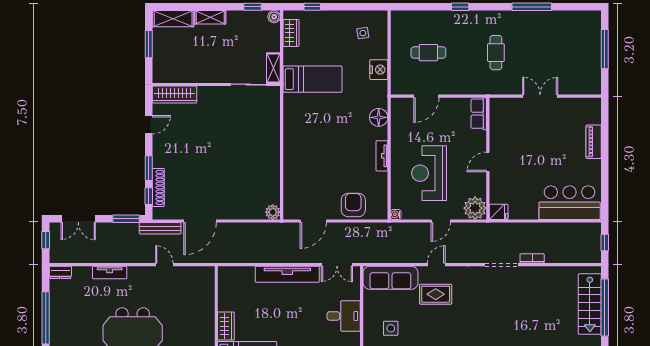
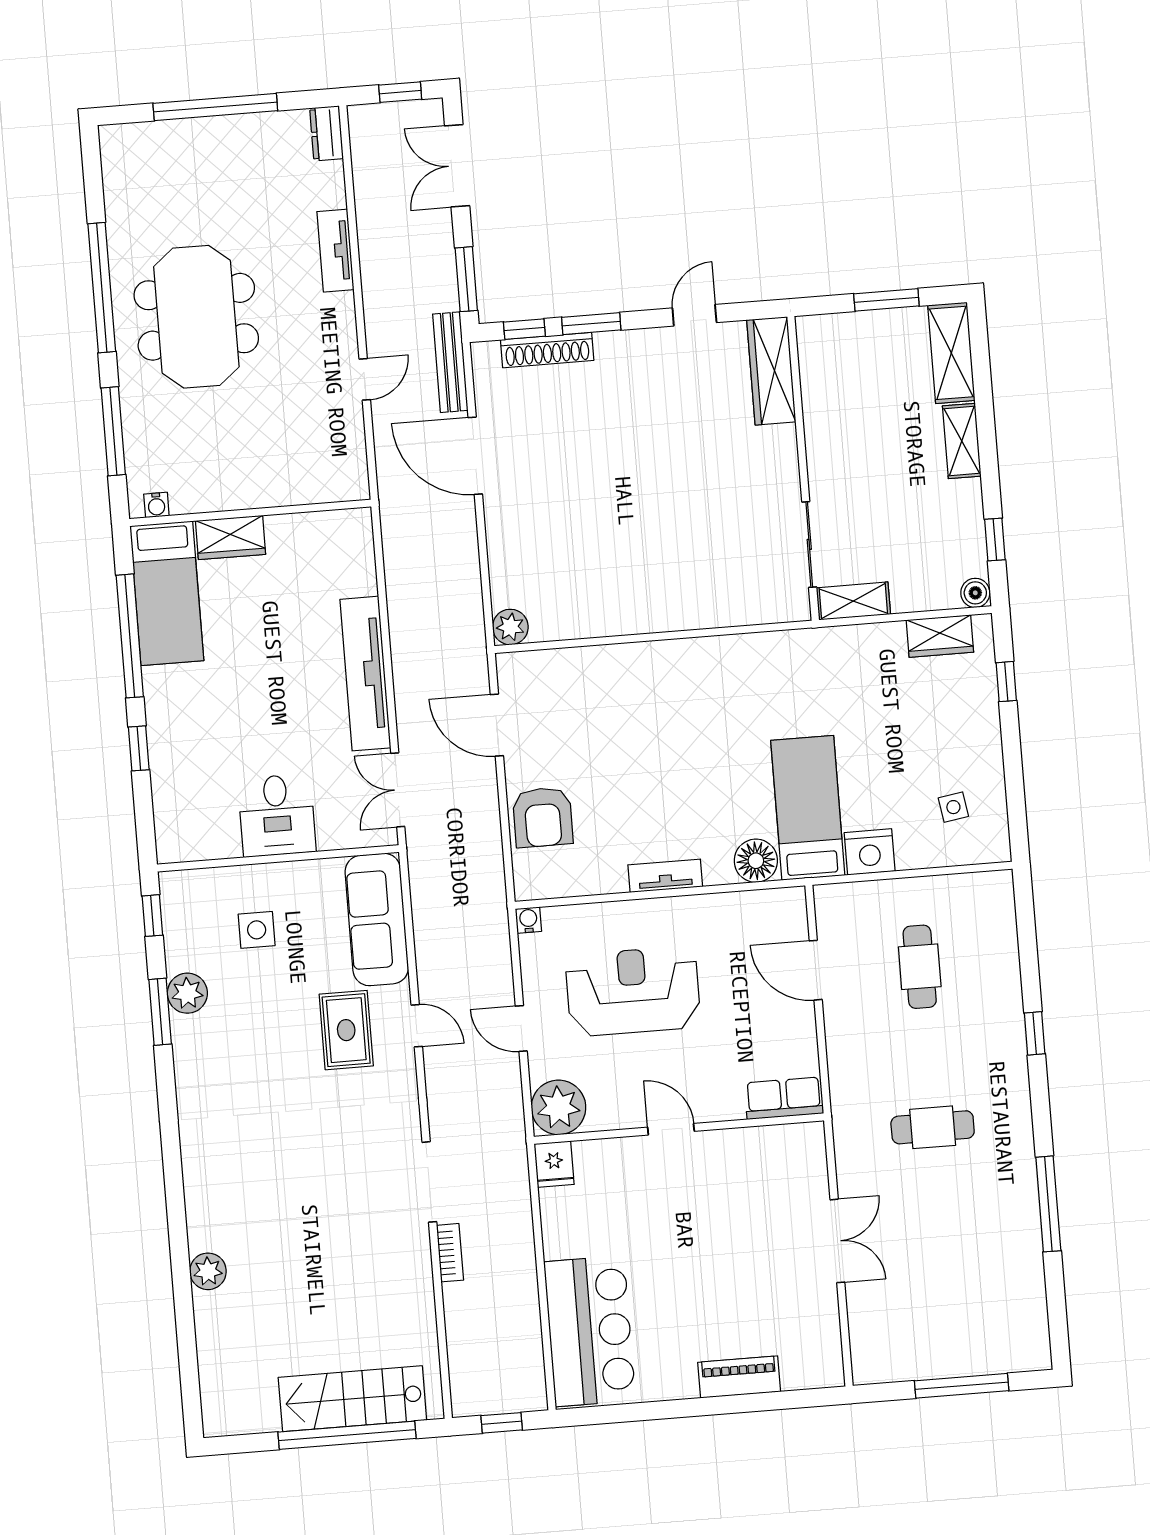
bed: (313, 79) -> (808, 808), moved, turned 180
door: (149, 125) -> (694, 315), swing flipped
armchair: (353, 205) -> (543, 817), turned 90

